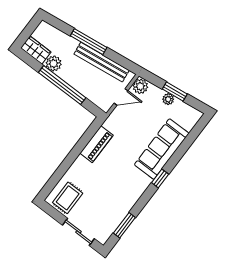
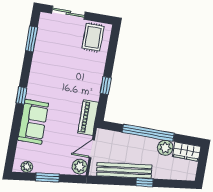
window: (89, 42) -> (145, 182), width x0.46
plant: (168, 99) -> (27, 167), moved
piano: (97, 144) -> (88, 118), moved
window: (79, 148) -> (106, 86), added
sofa: (162, 149) -> (33, 122), width x0.73

